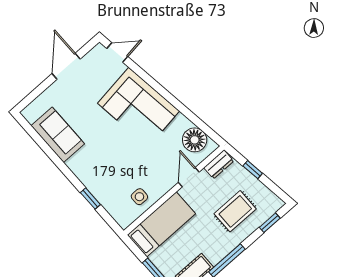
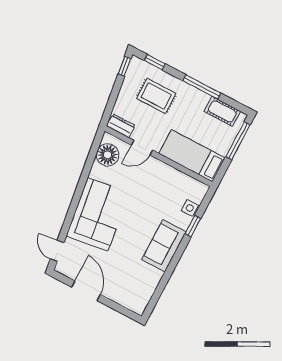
door: (66, 66) -> (86, 291), swing flipped
sofa: (58, 135) -> (164, 246), moved
window: (253, 170) -> (125, 66), moved
side table: (139, 197) -> (190, 208), moved

